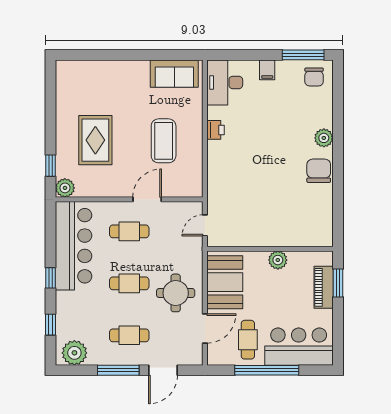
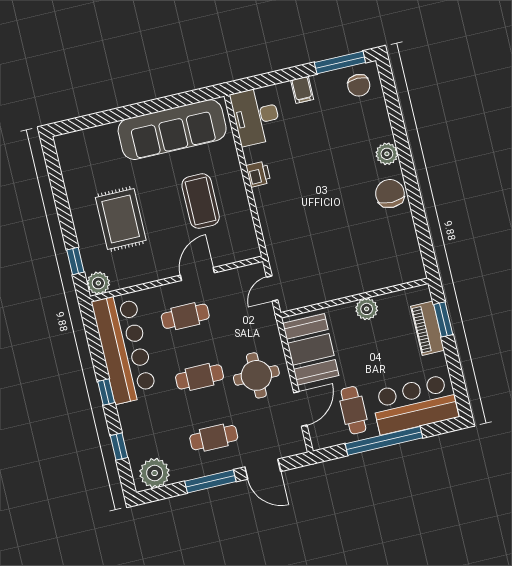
sofa: (174, 74) -> (172, 130), width x1.85, depth x1.27
door: (163, 370) -> (263, 469), hinge flipped

